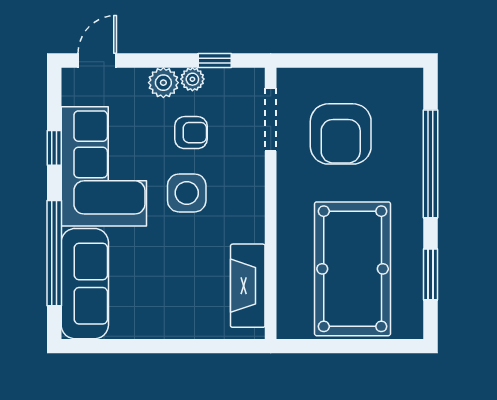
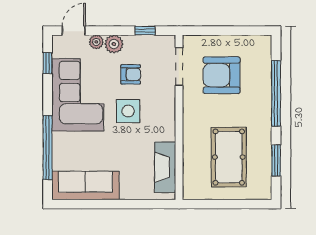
plant: (192, 79) -> (96, 42), moved
armchair: (341, 134) -> (222, 75), turned 90
window: (54, 148) -> (48, 63), moved
pool table: (353, 269) -> (229, 157), width x0.73, depth x0.76
sofa: (85, 284) -> (85, 185), moved, turned -90

